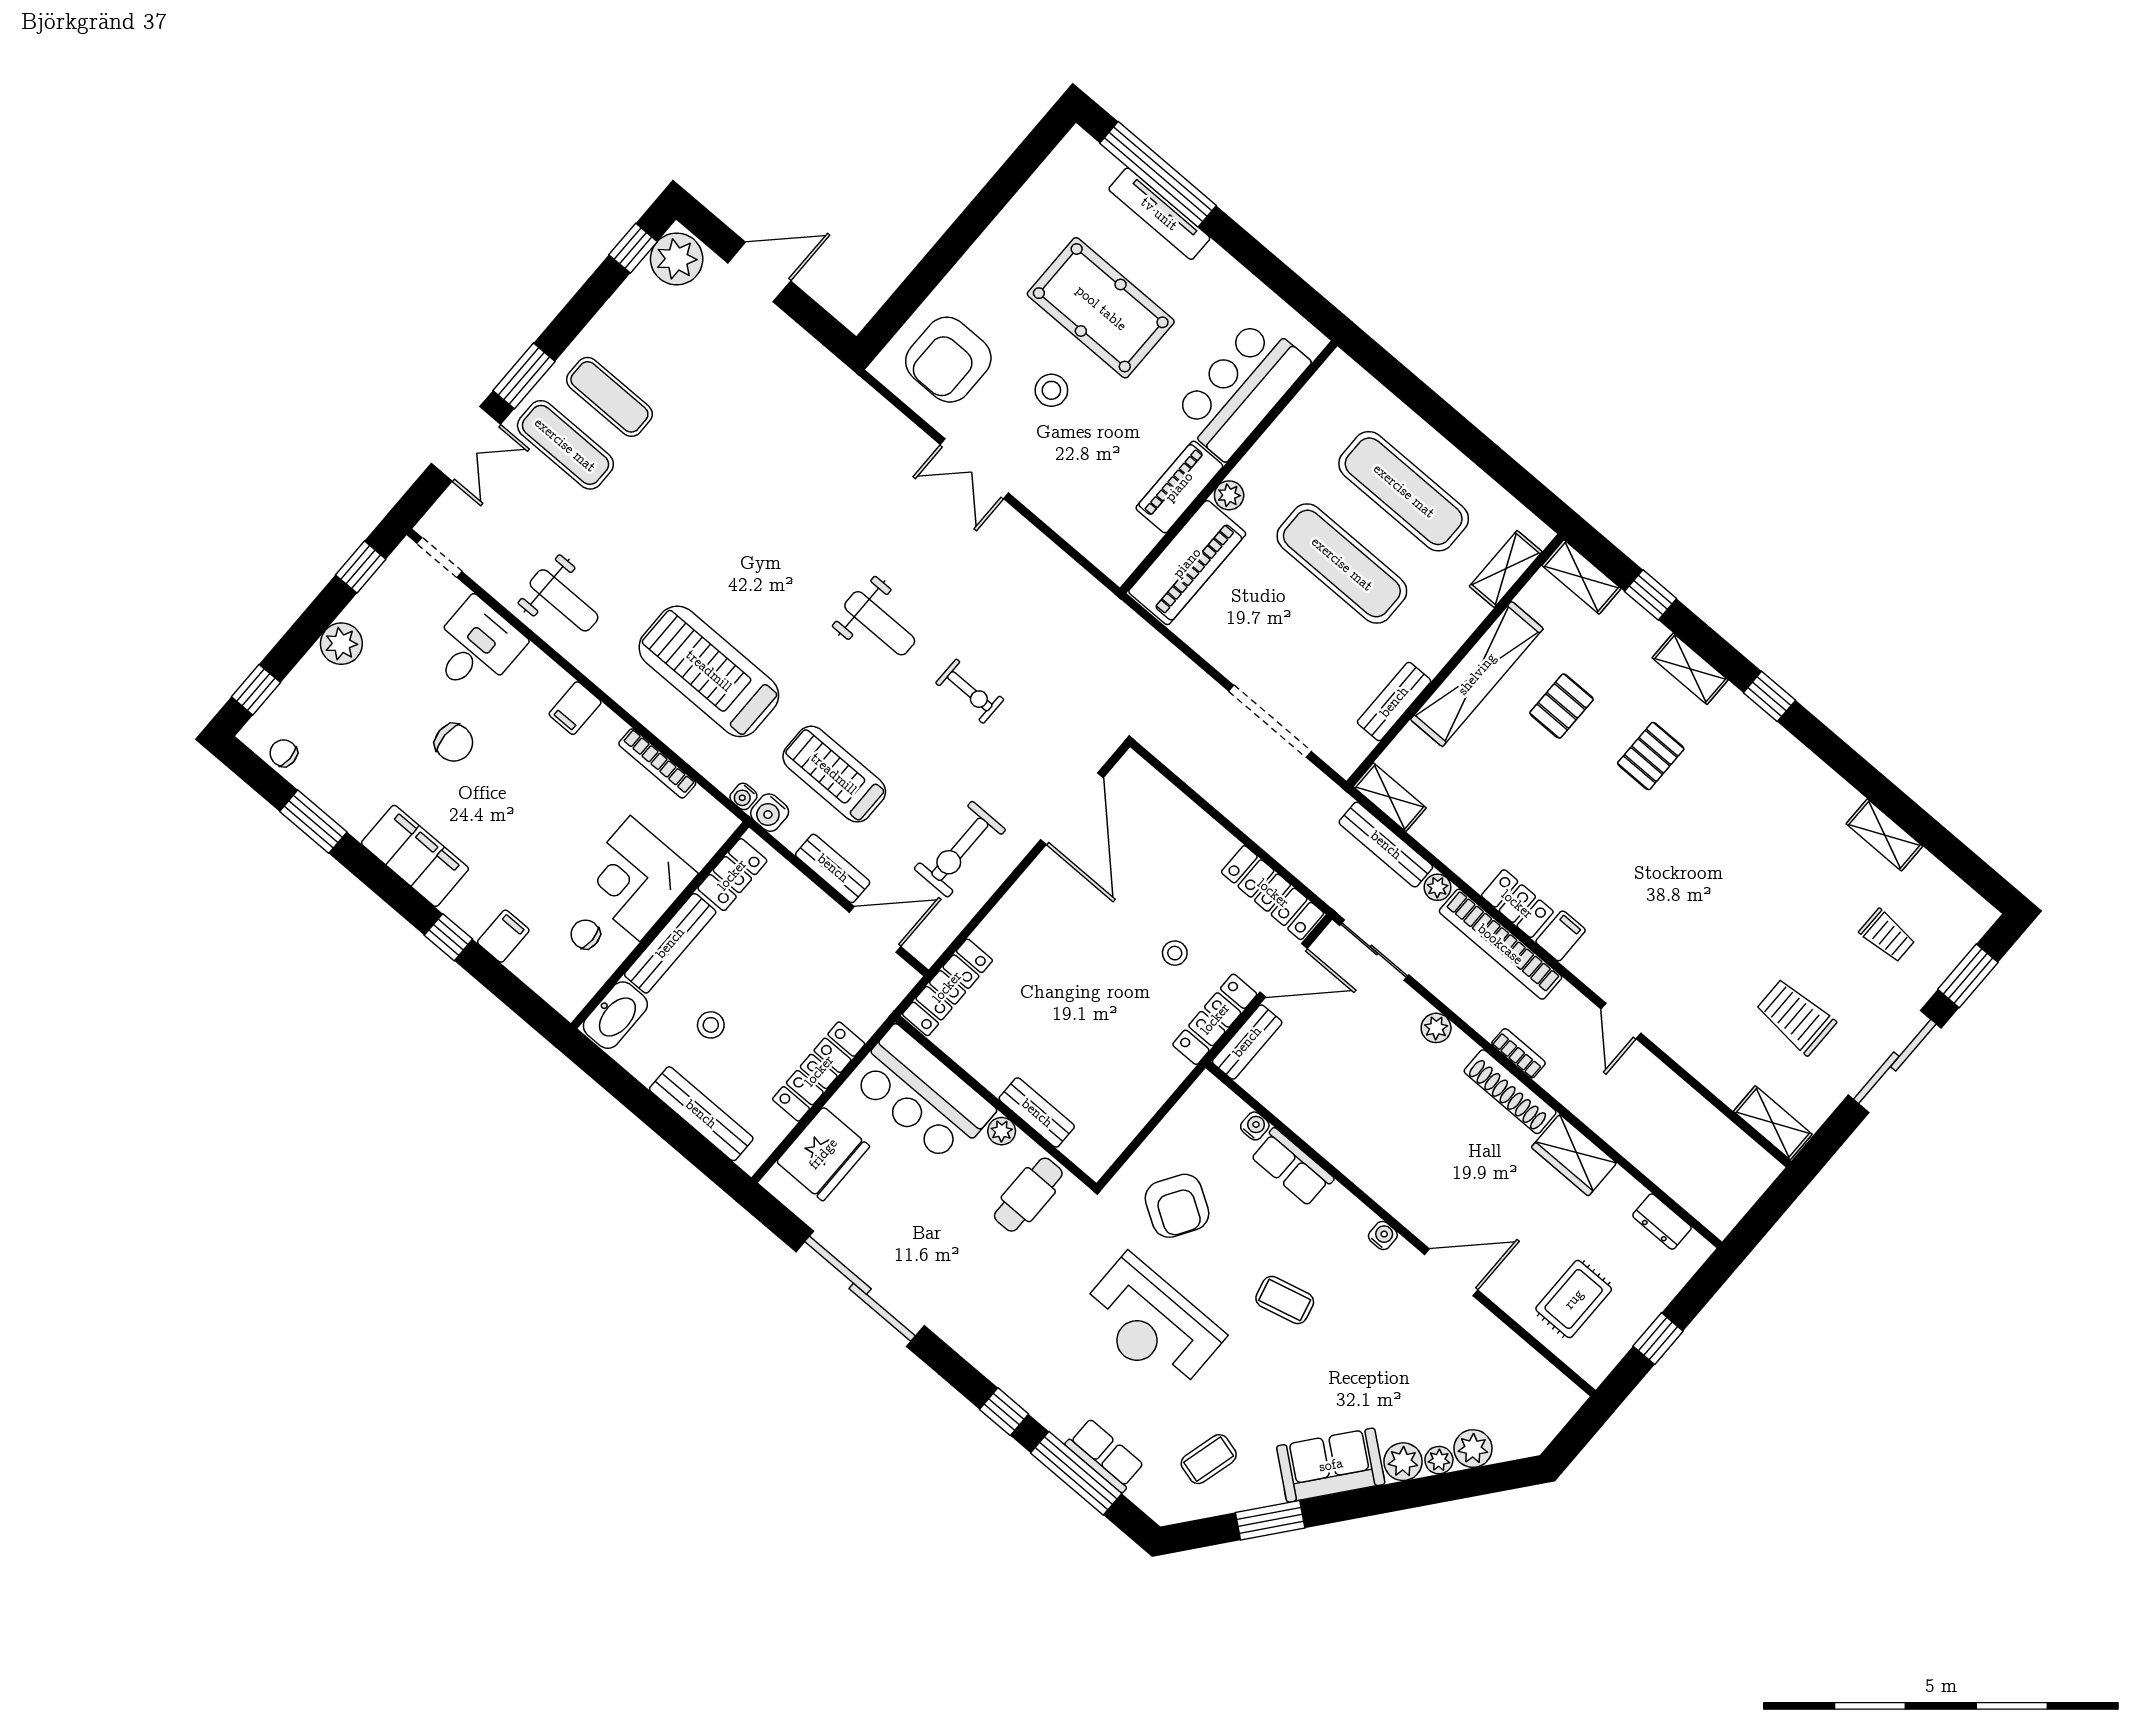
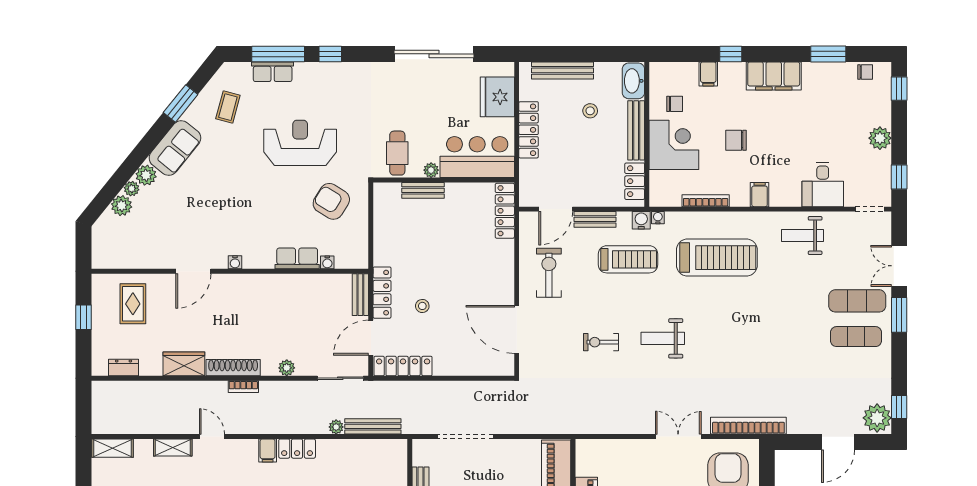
chair: (454, 743) -> (736, 140), moved
shelving: (1390, 797) -> (173, 447), moved
bookcase: (1500, 944) -> (748, 426), moved
coffee table: (1285, 1300) -> (253, 200), removed

